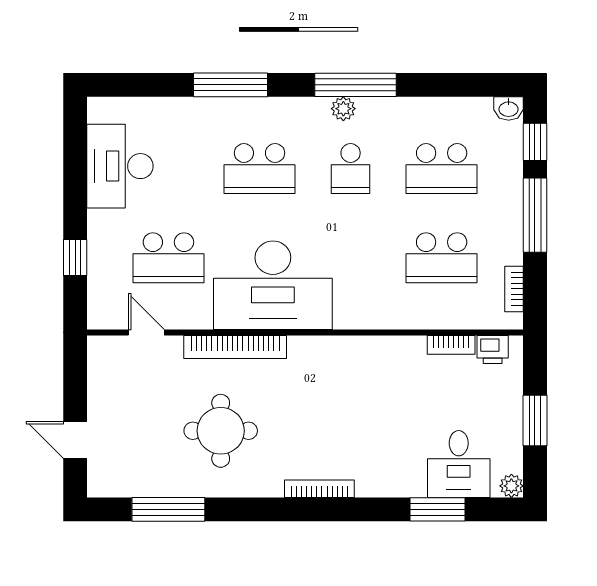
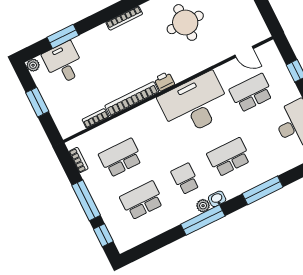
washbasin: (509, 109) -> (217, 199), moved
bookcase: (235, 347) -> (132, 99), moved
printer: (493, 350) -> (164, 81), moved

